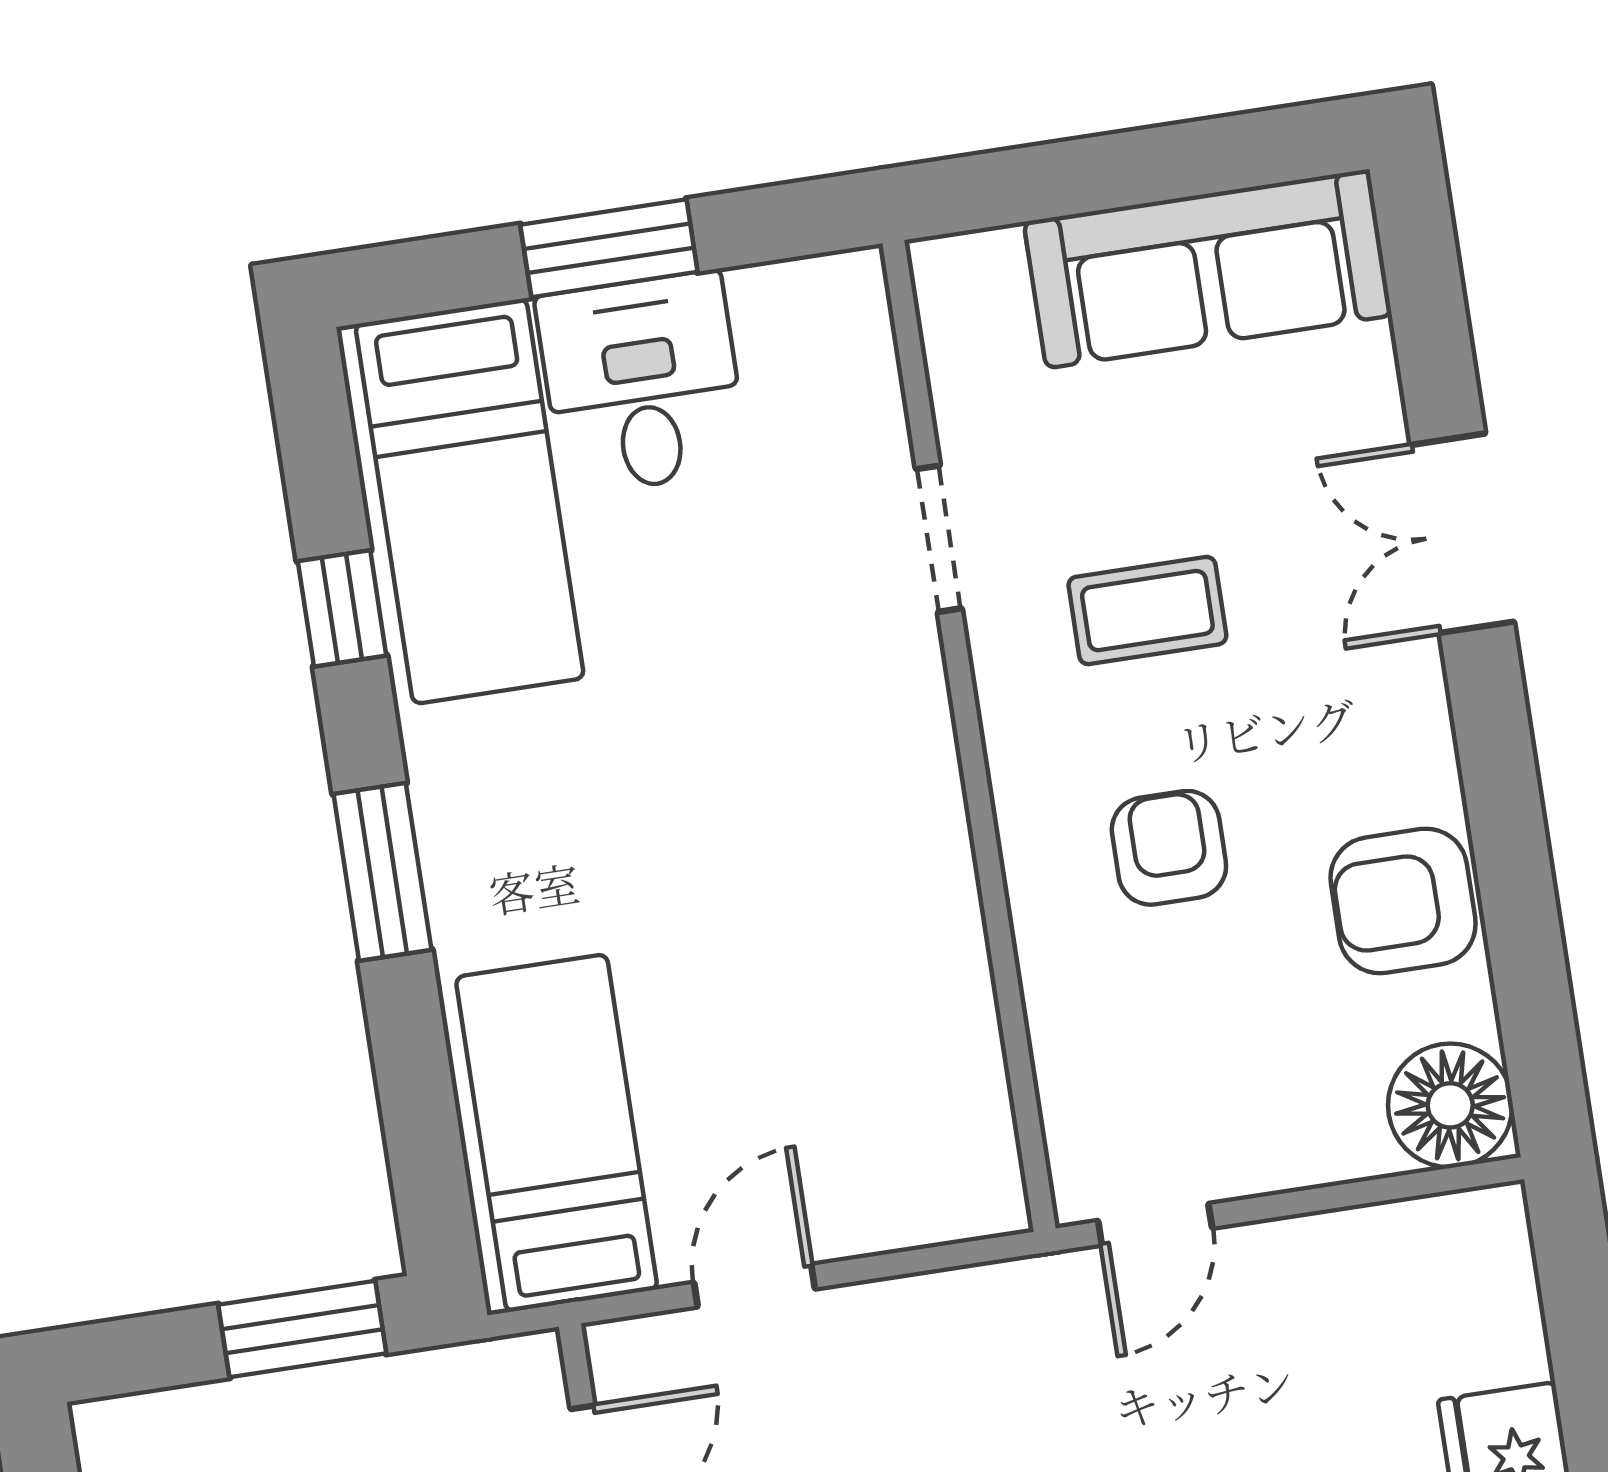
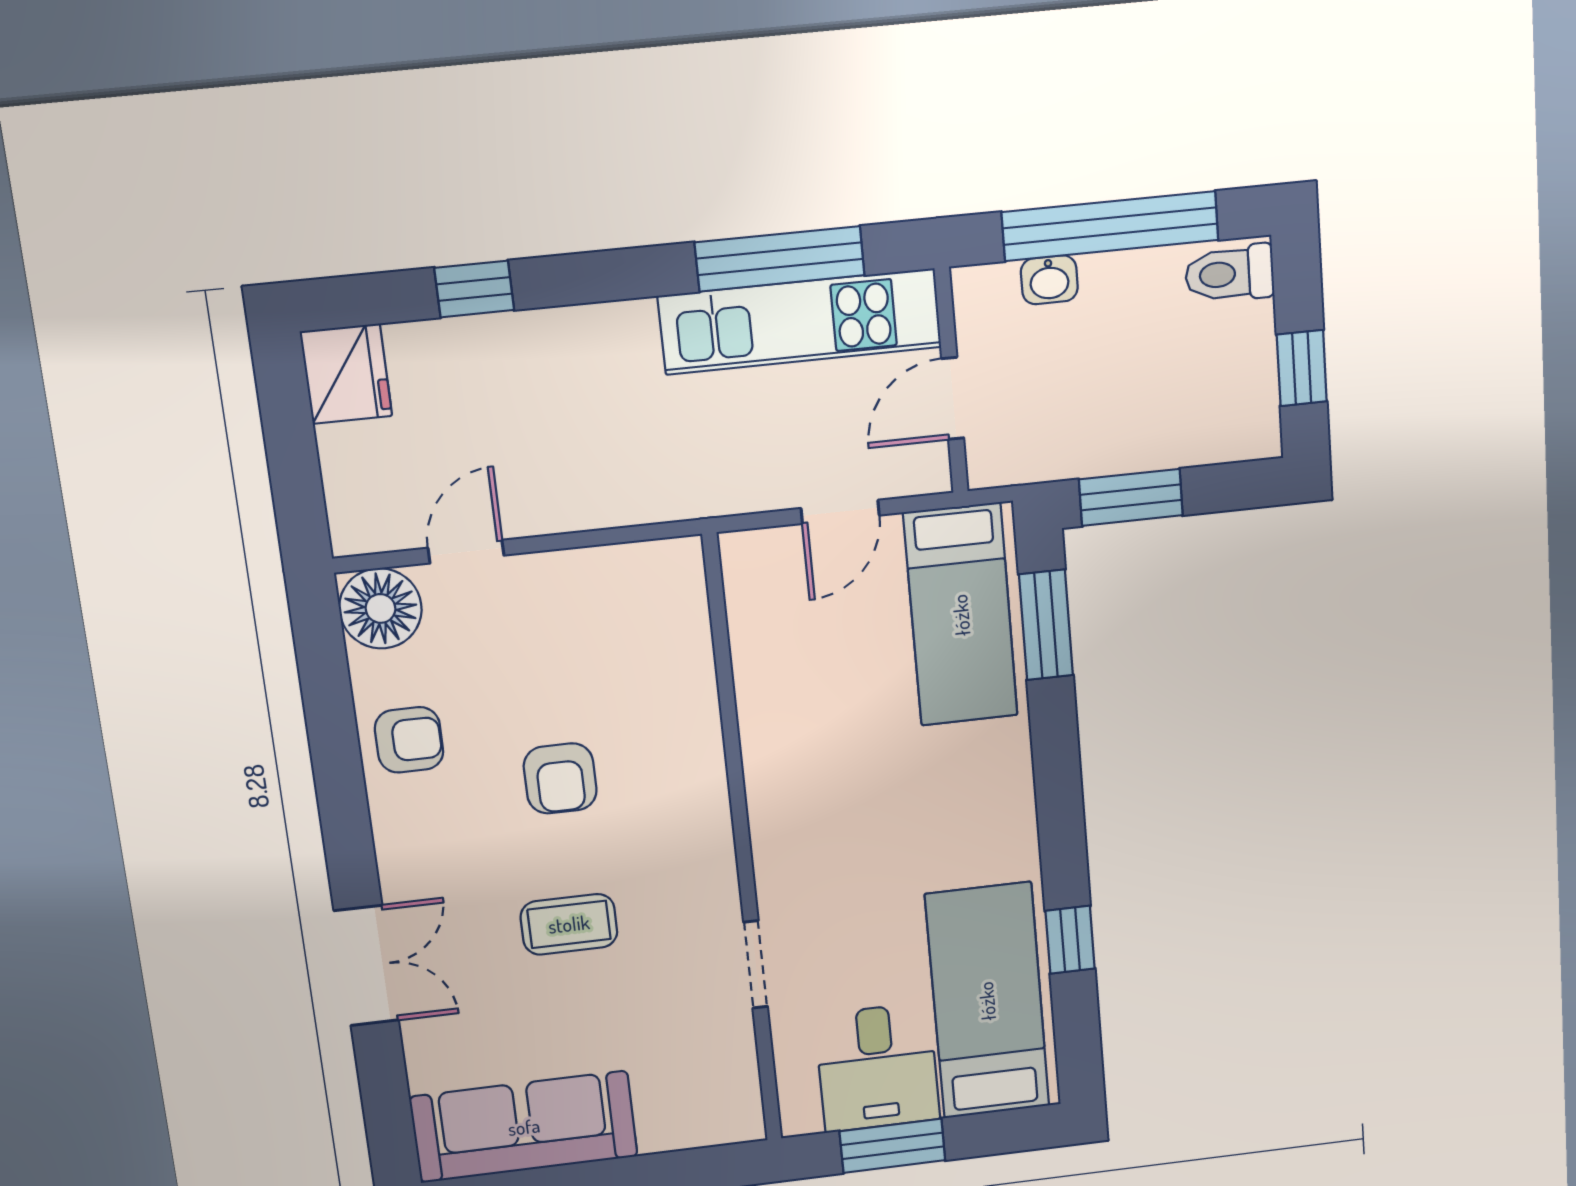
doorway: (939, 539) -> (756, 964), moved
wall: (969, 736) -> (743, 845), moved
window: (382, 872) -> (1046, 625), moved
armchair: (1403, 901) -> (409, 740), width x0.72, depth x0.72
door: (1155, 1224) -> (466, 552), moved

